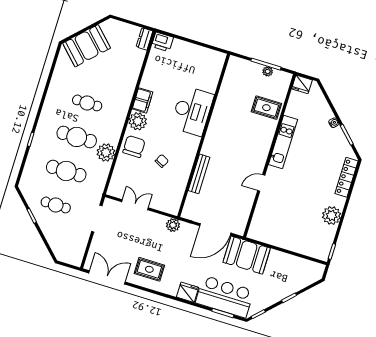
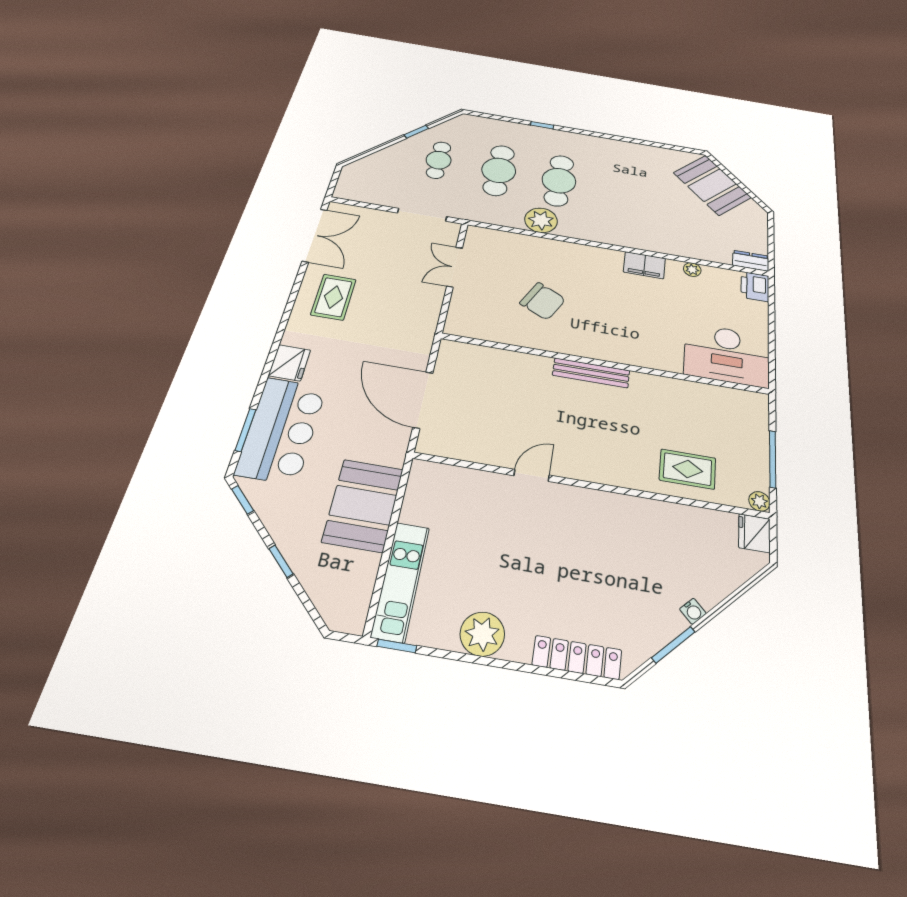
plant: (268, 71) -> (759, 501), moved
cafe table: (87, 103) -> (619, 191), removed
rug: (266, 108) -> (688, 469), turned 90
desk: (192, 111) -> (727, 355), moved
plant: (138, 121) -> (692, 270), moved, width x0.53, depth x0.53
kitchen unit: (283, 142) -> (401, 581), moved, turned -90
chair: (134, 146) -> (560, 258), removed
chair: (162, 161) -> (543, 301), width x1.87, depth x1.87
bench: (199, 174) -> (591, 373), moved
door: (261, 183) -> (532, 475), hinge flipped
double door: (135, 205) -> (455, 267), swing flipped
plant: (173, 225) -> (423, 328), removed
booth: (247, 255) -> (363, 505), moved

